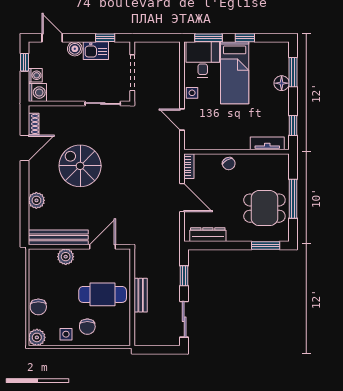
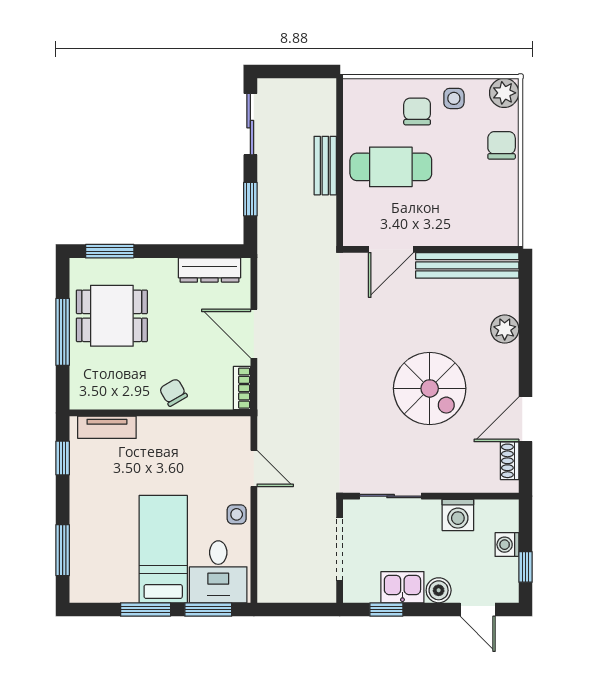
window: (245, 38) -> (146, 609), width x1.50
floor lamp: (282, 83) -> (82, 531), removed
washing machine: (37, 93) -> (458, 515), moved, turned -90
plant: (66, 257) -> (454, 232), removed

